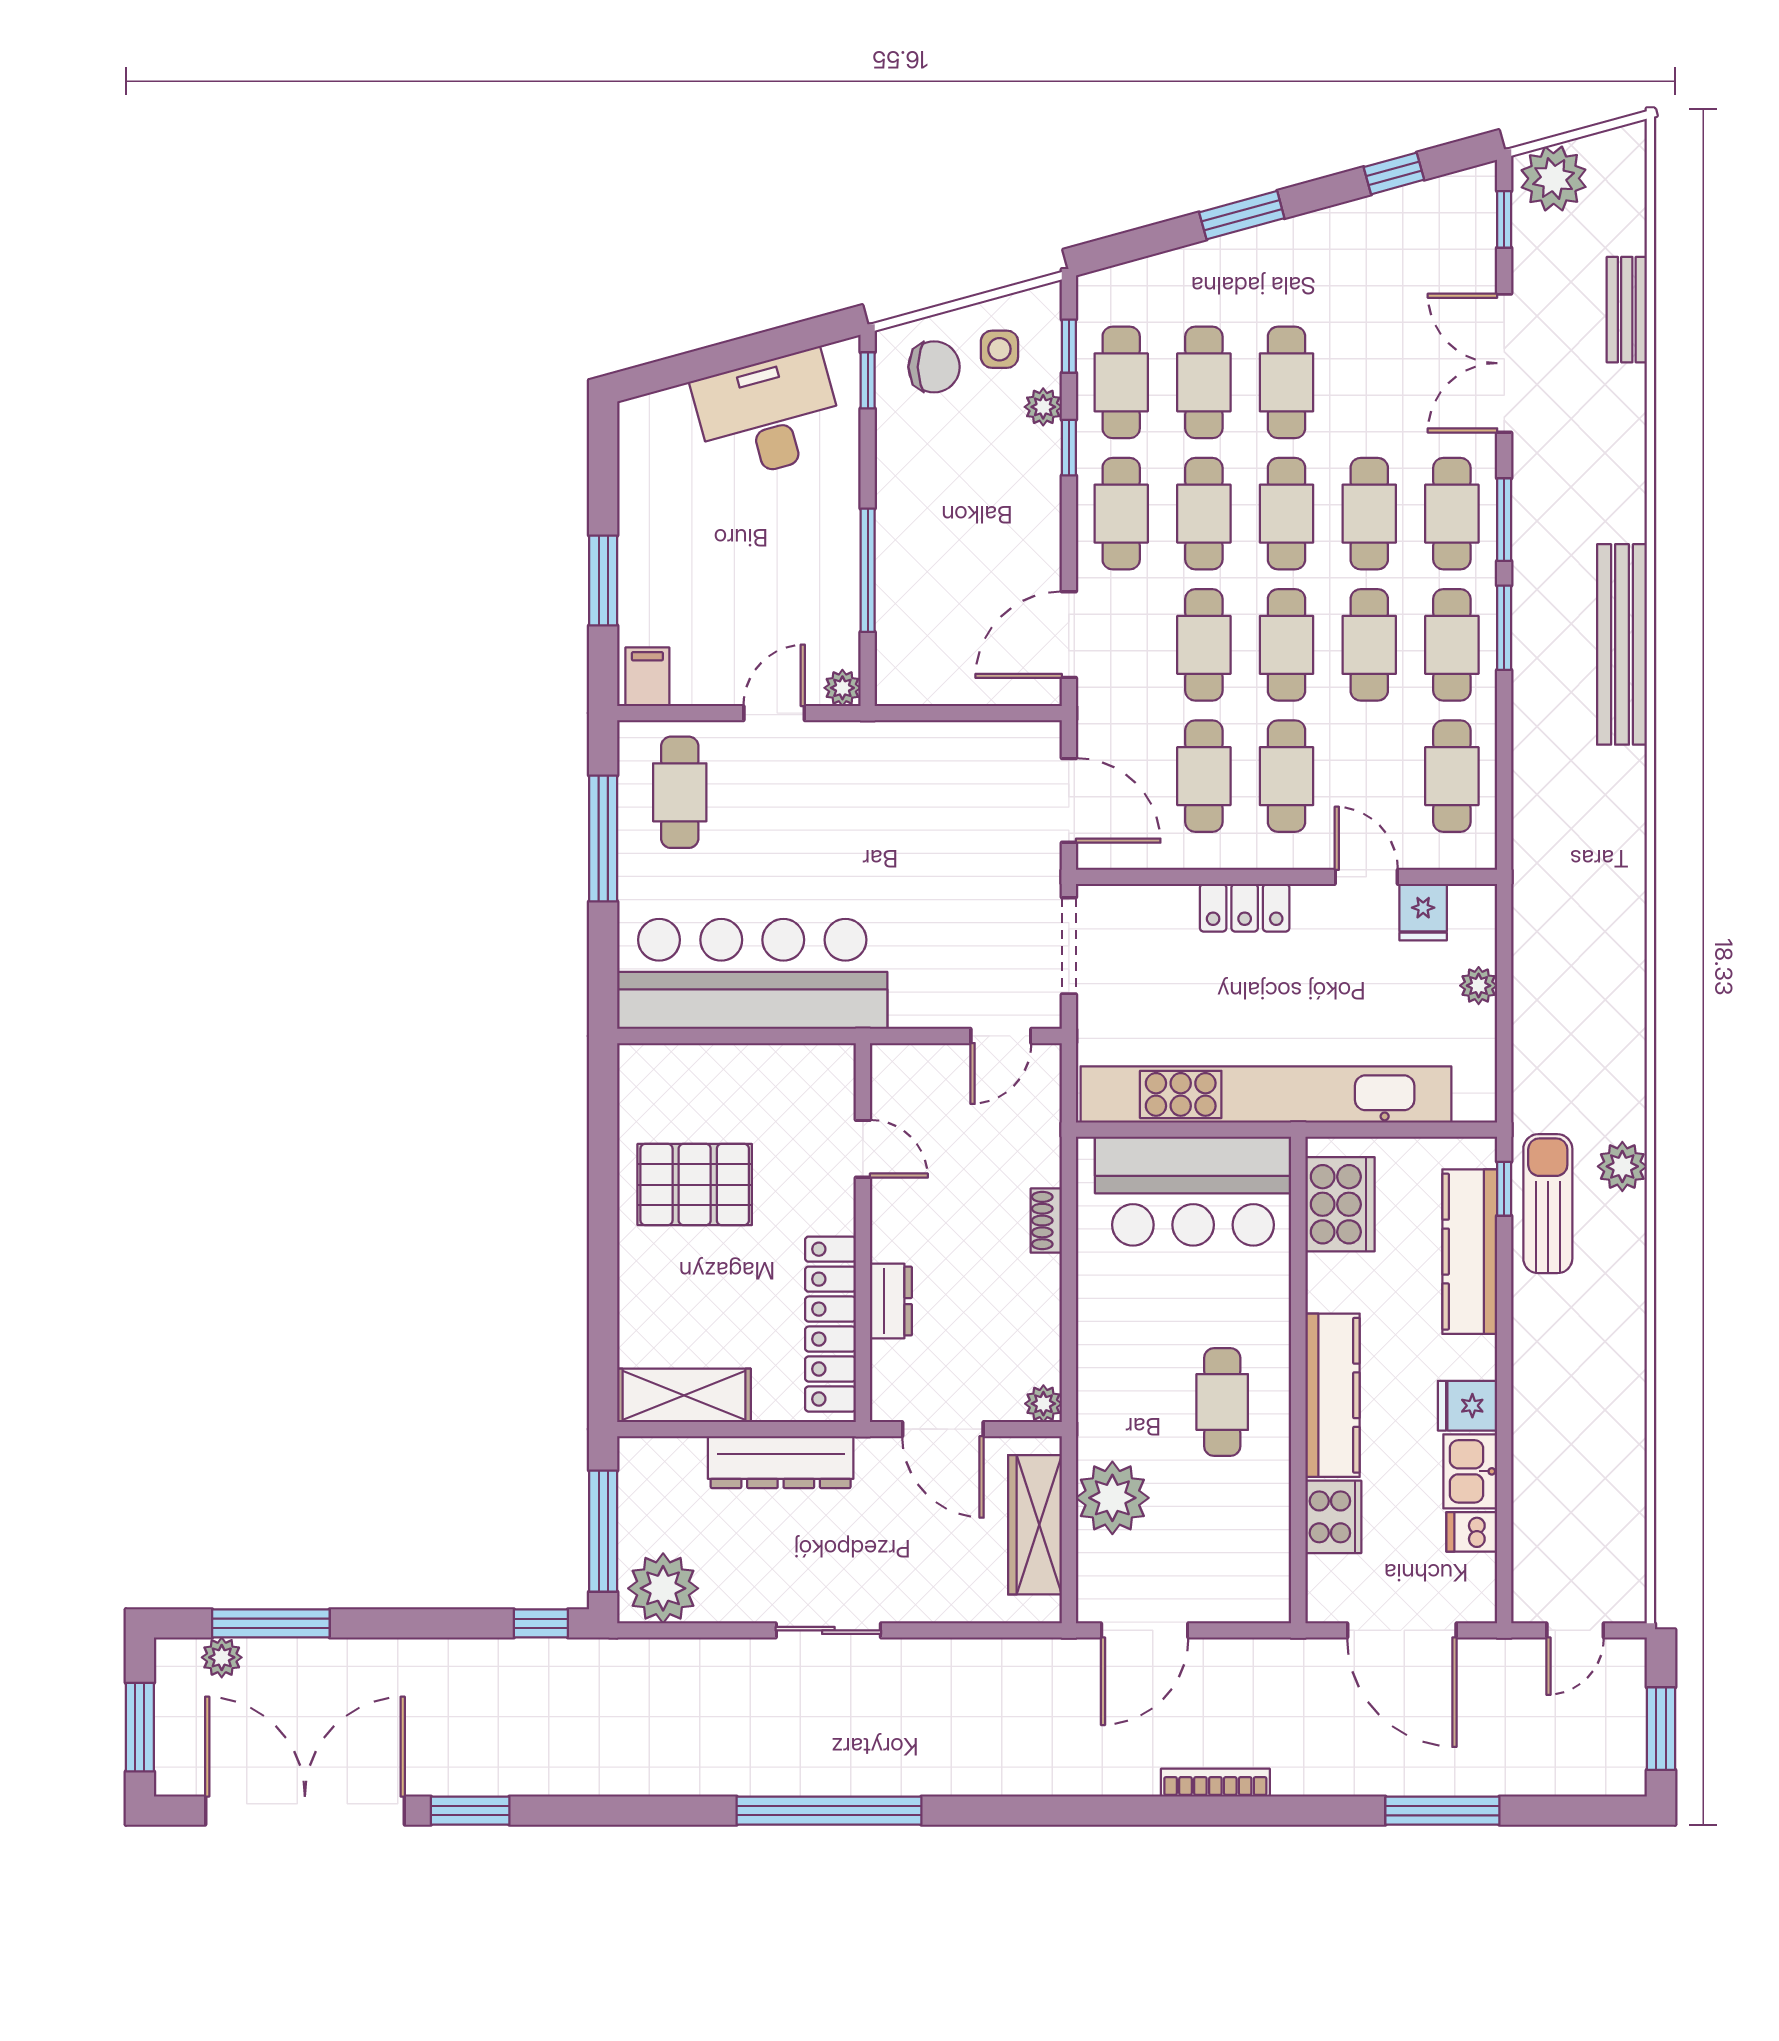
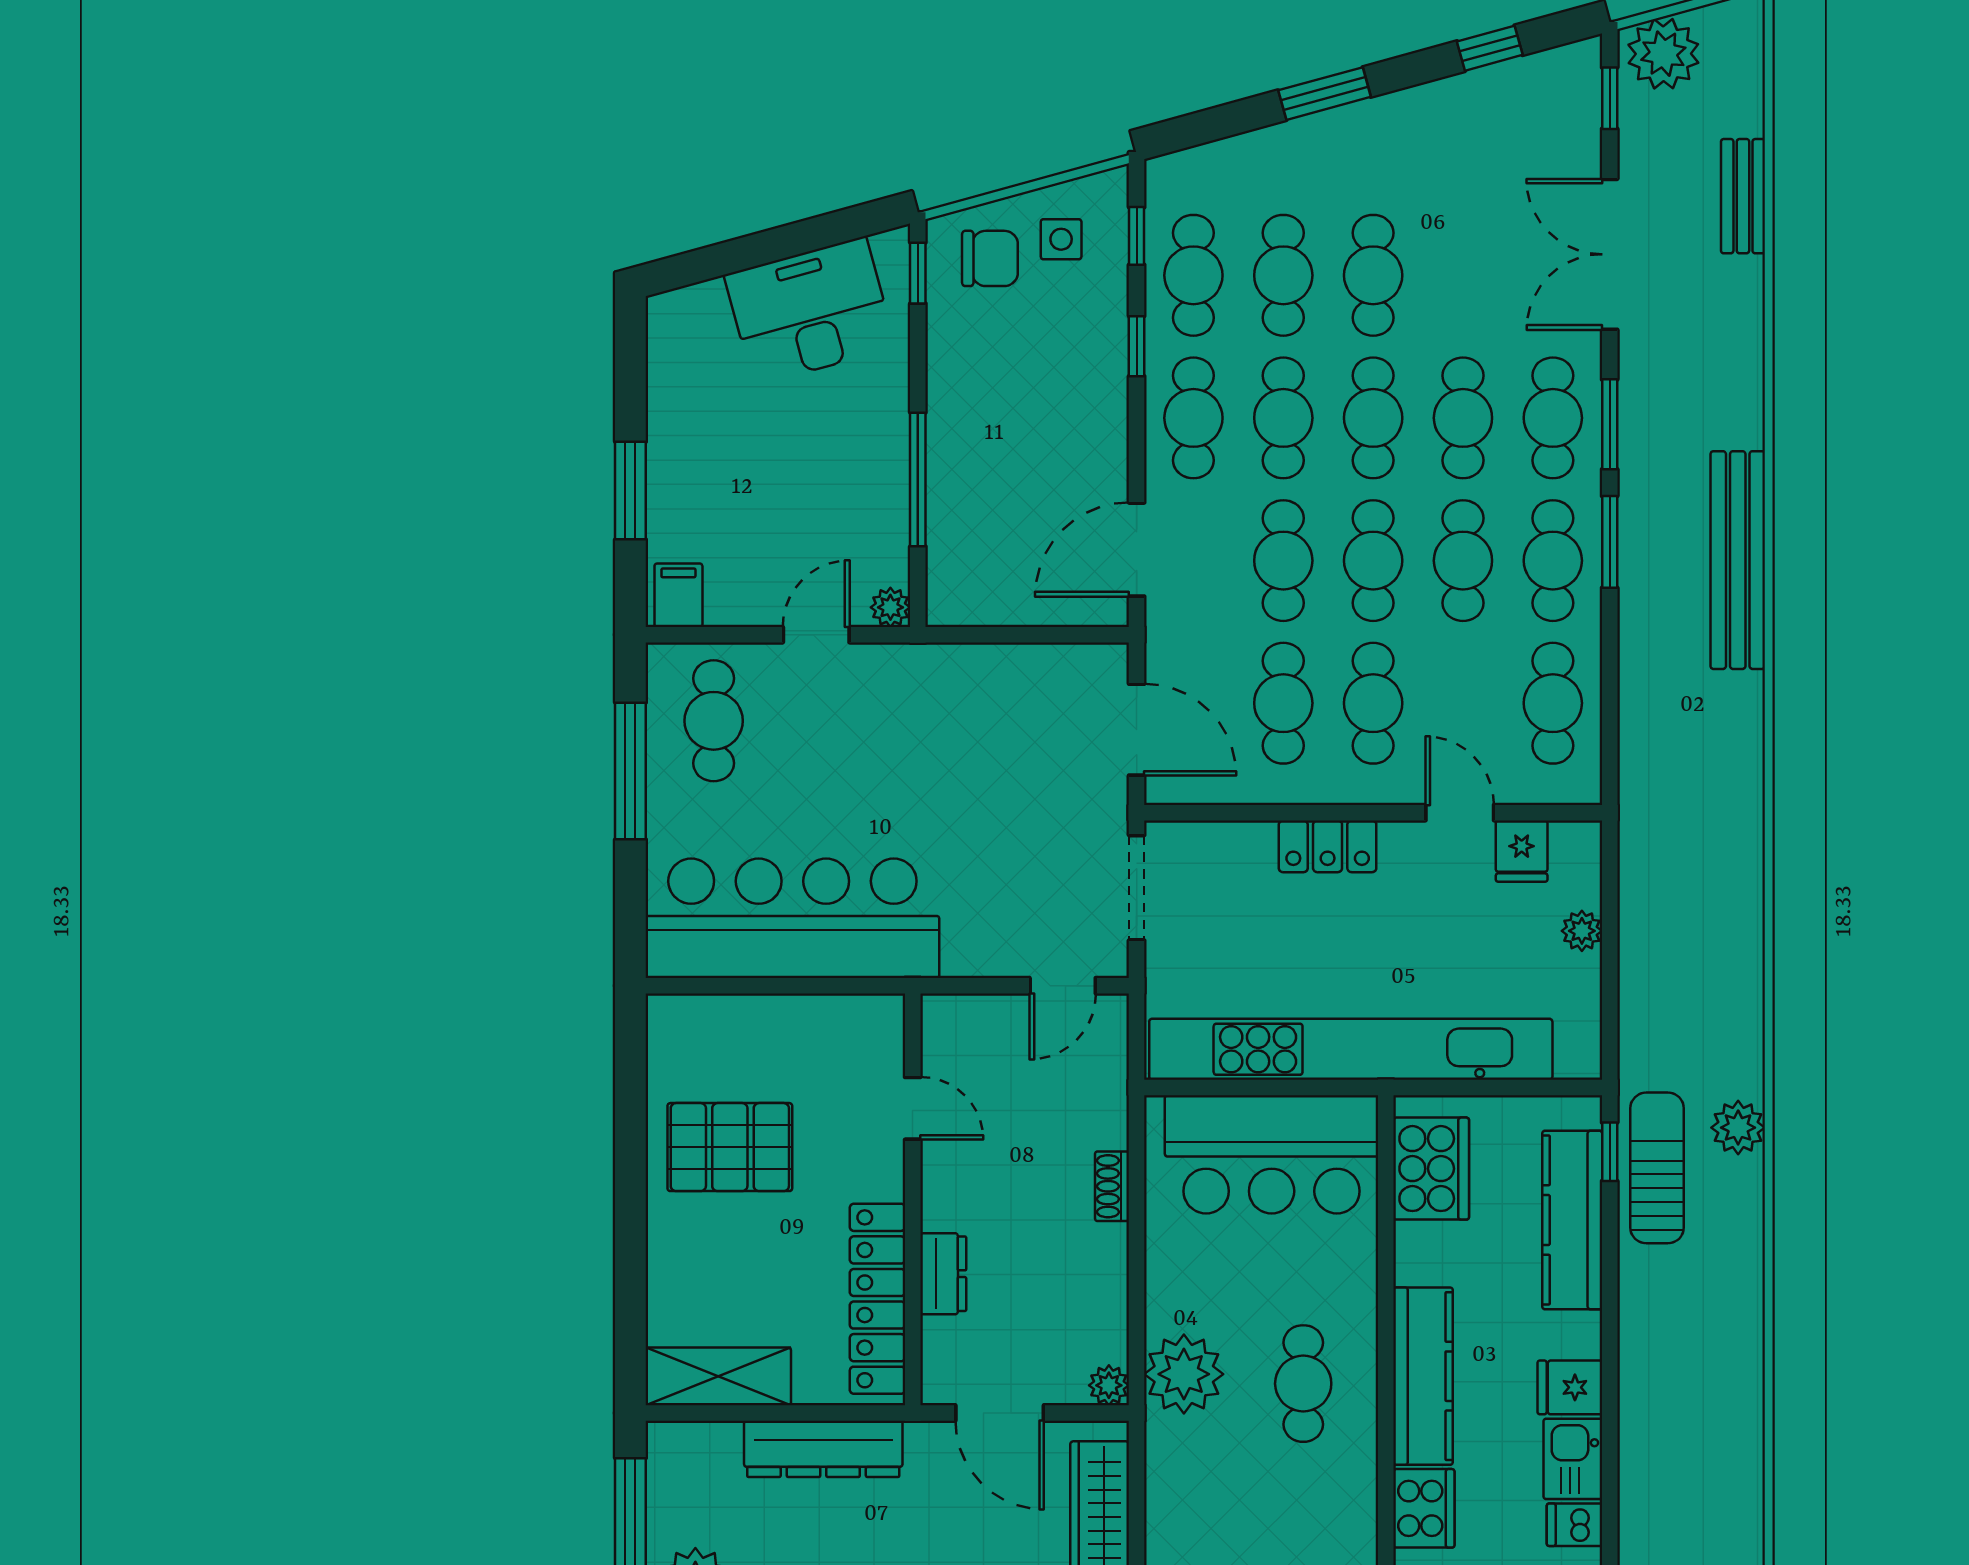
plant: (1043, 407) -> (1109, 302), removed
plant: (1112, 1498) -> (1184, 1374), moved

